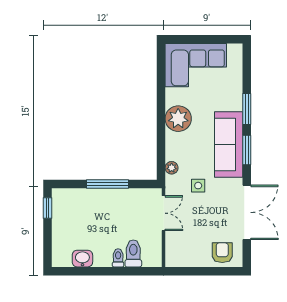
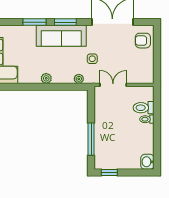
plant: (178, 119) -> (46, 78), width x0.53, depth x0.53
window: (107, 184) -> (91, 139), moved
washbasin: (82, 259) -> (147, 162), moved

